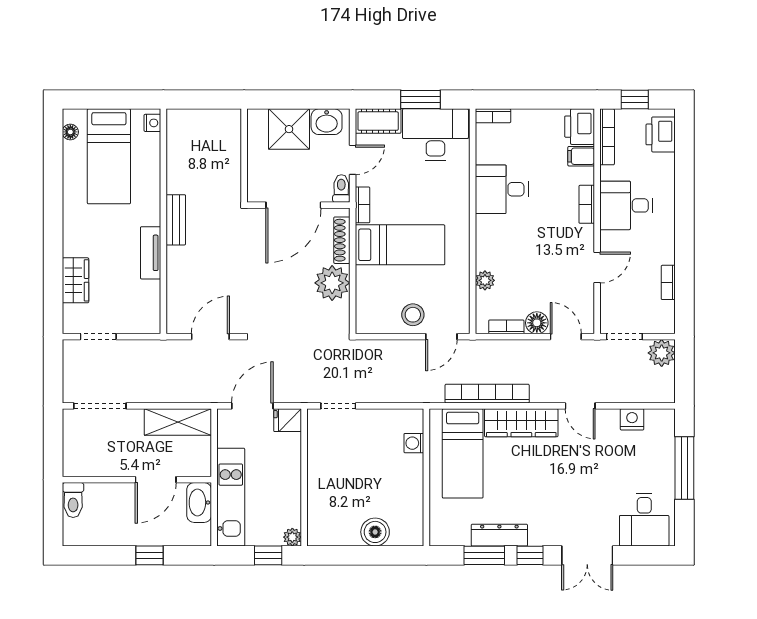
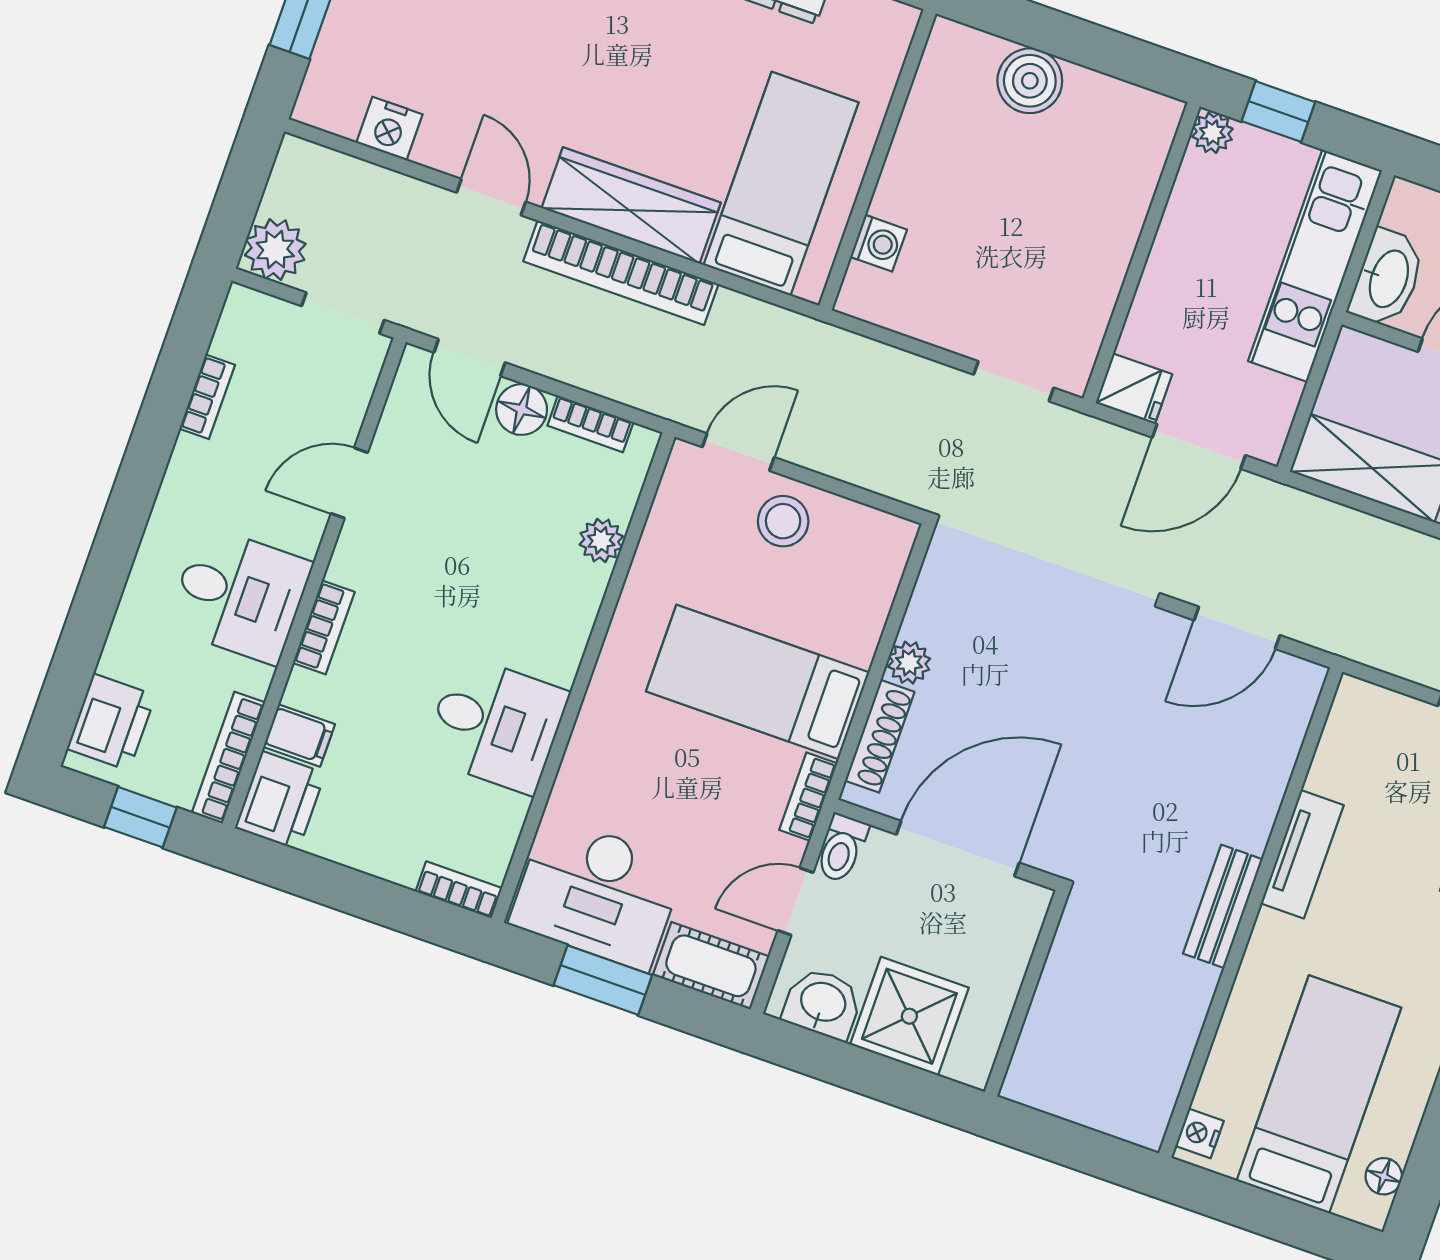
plant: (332, 283) -> (909, 663), width x0.53, depth x0.53
bookcase: (487, 394) -> (621, 273), moved

